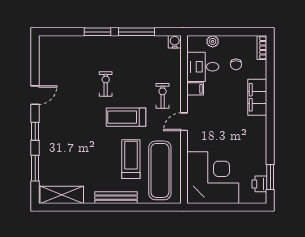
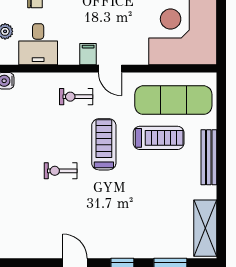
filing cabinet: (195, 89) -> (88, 54), moved
treadmill: (126, 117) -> (104, 144), turned 180
treadmill: (131, 159) -> (159, 138), turned 180

